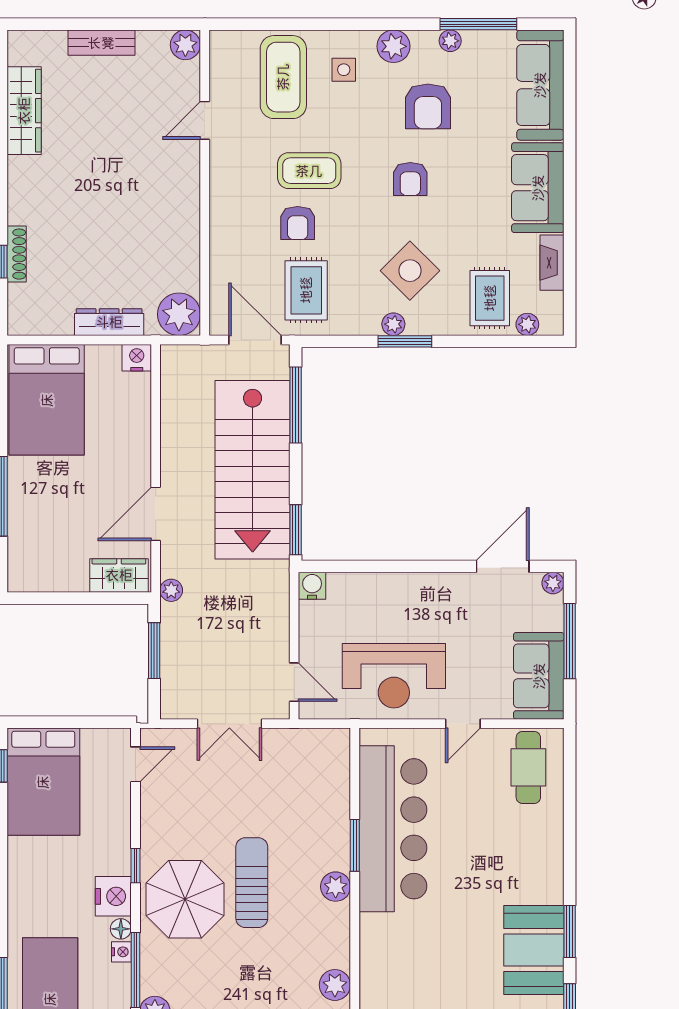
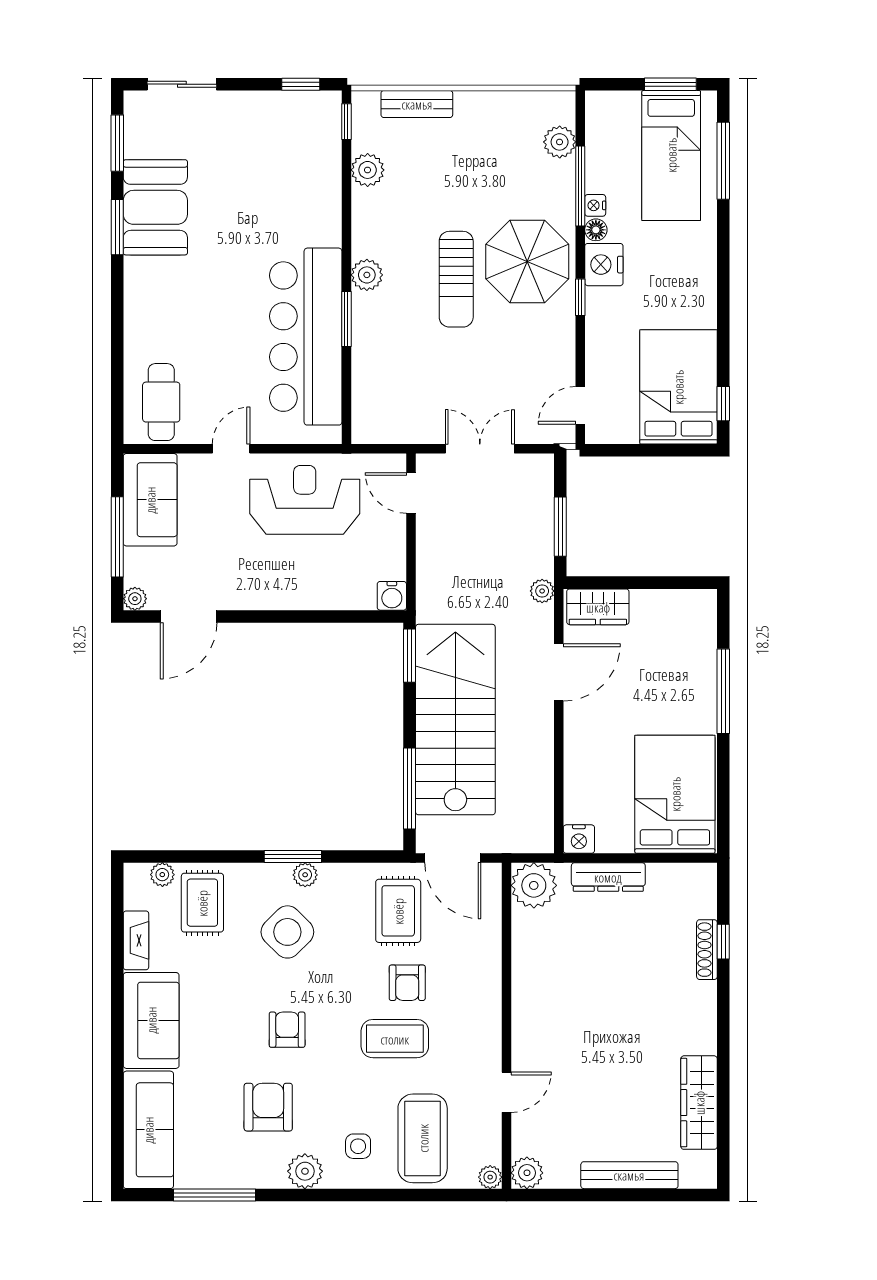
plant: (450, 41) -> (490, 1177), moved
bench: (101, 43) -> (629, 1175), width x1.36
armchair: (298, 223) -> (407, 983), turned 180

